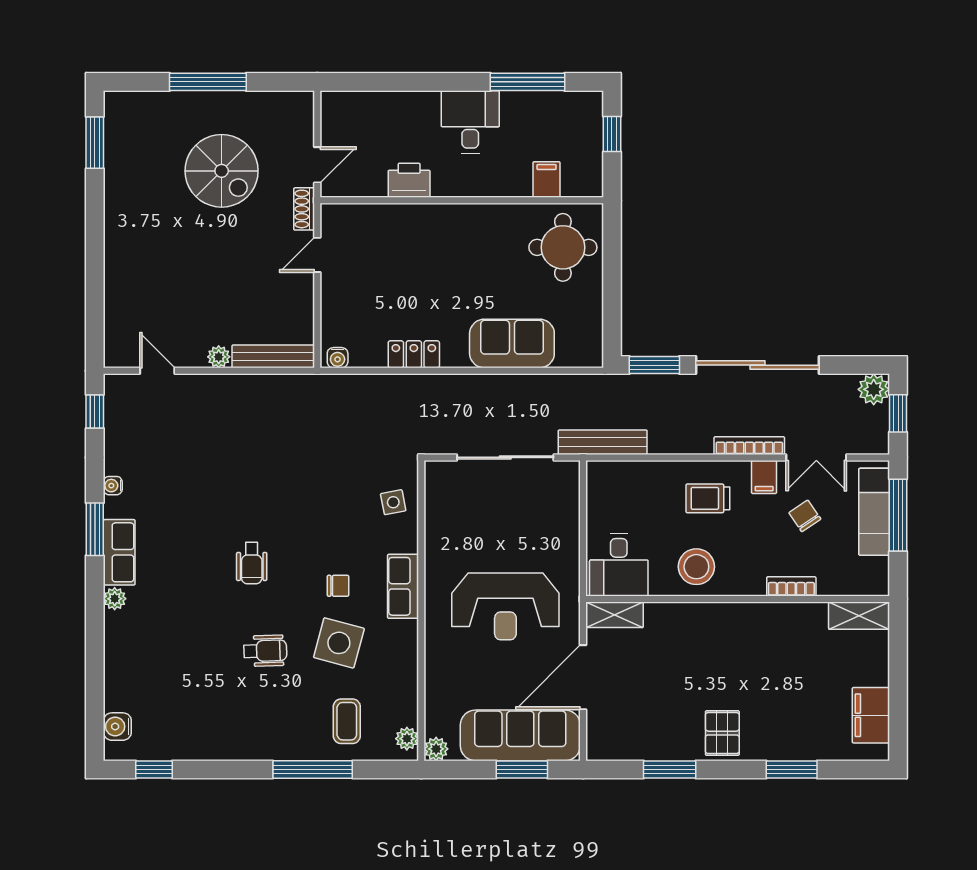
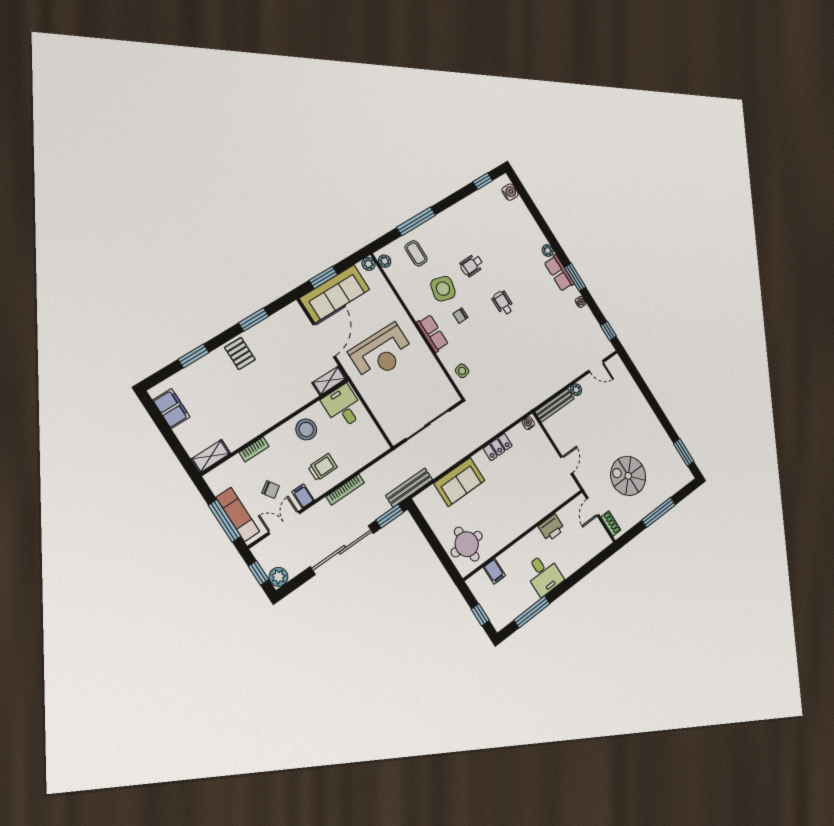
shoe rack: (304, 209) -> (611, 523), moved
bench: (603, 442) -> (409, 488), moved
bookcase: (749, 446) -> (345, 490), moved
reception desk: (505, 606) -> (382, 353), turned 180

